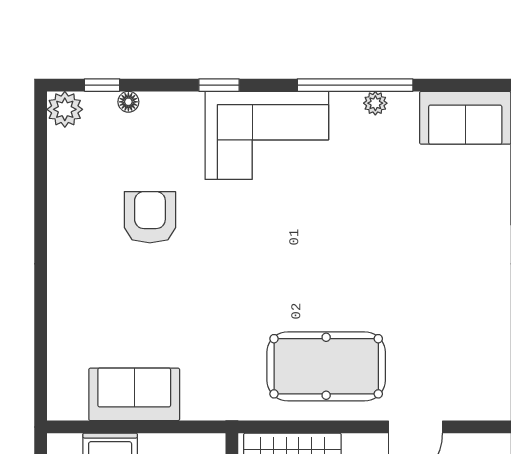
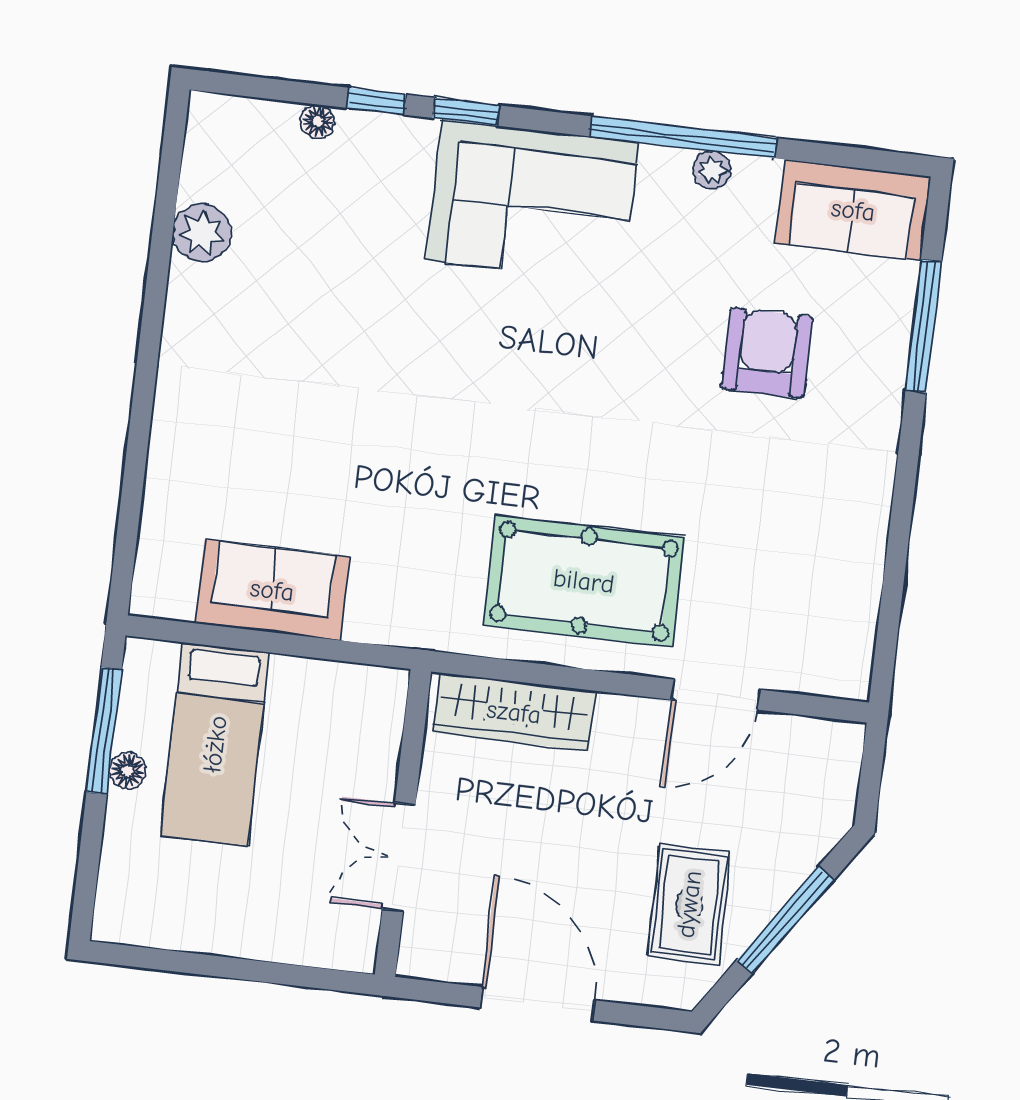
window: (102, 85) -> (376, 101), moved
plant: (65, 109) -> (202, 233), moved
armchair: (150, 217) -> (767, 353), moved

